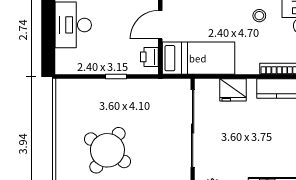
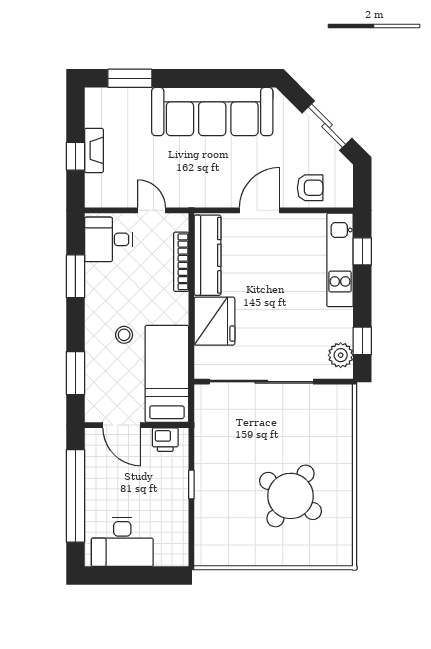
stool: (259, 16) -> (124, 335), moved
fridge: (233, 90) -> (214, 321), width x1.36, depth x1.34

